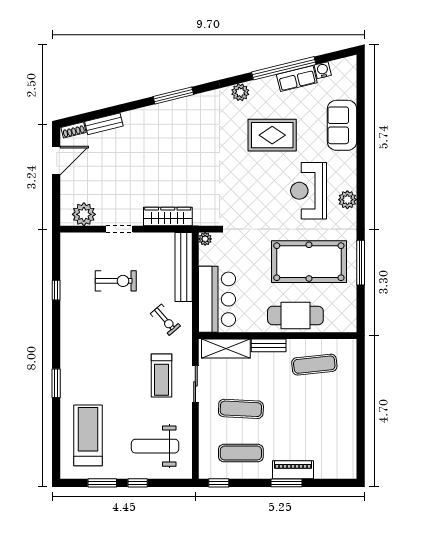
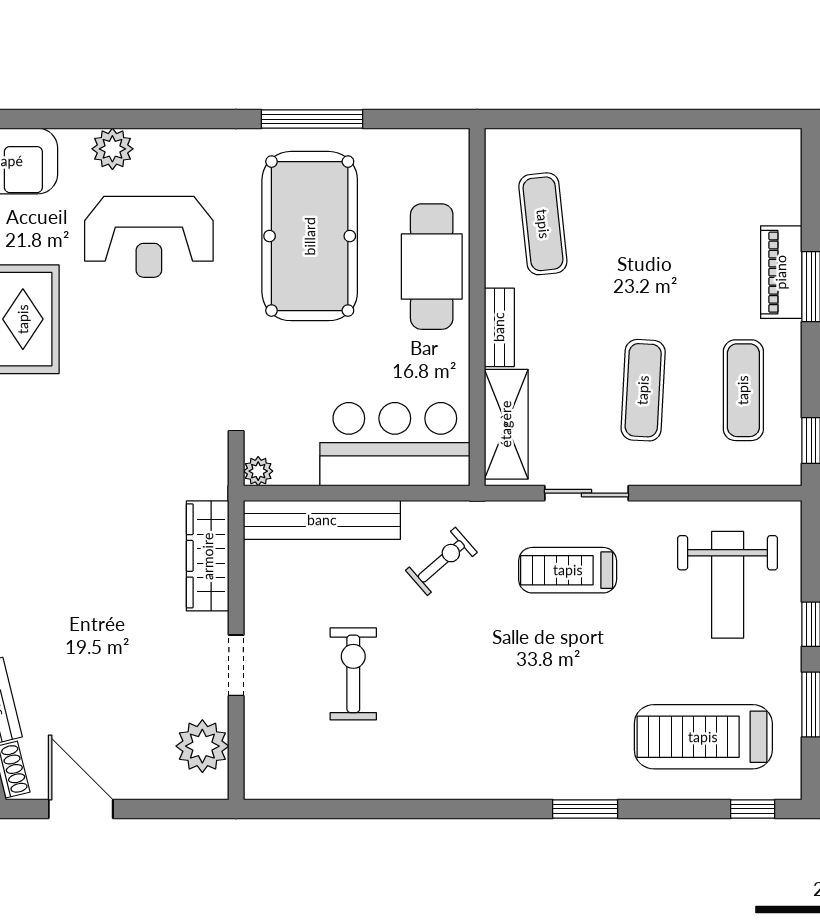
plant: (347, 200) -> (112, 149), moved
window: (56, 290) -> (753, 809), moved
treadmill: (161, 375) -> (568, 570), turned 180

